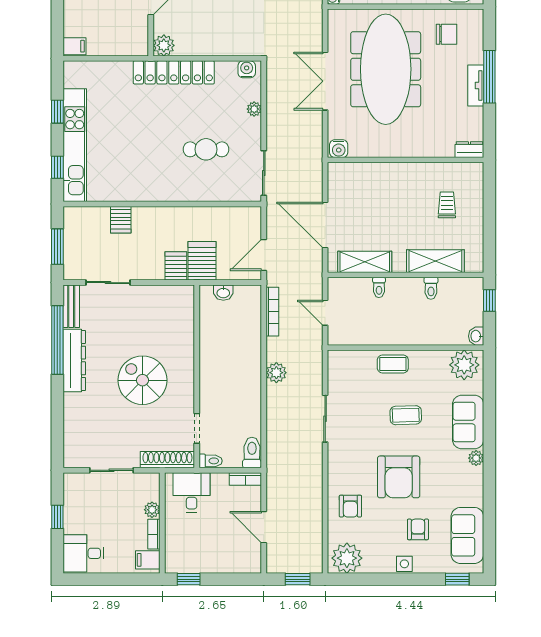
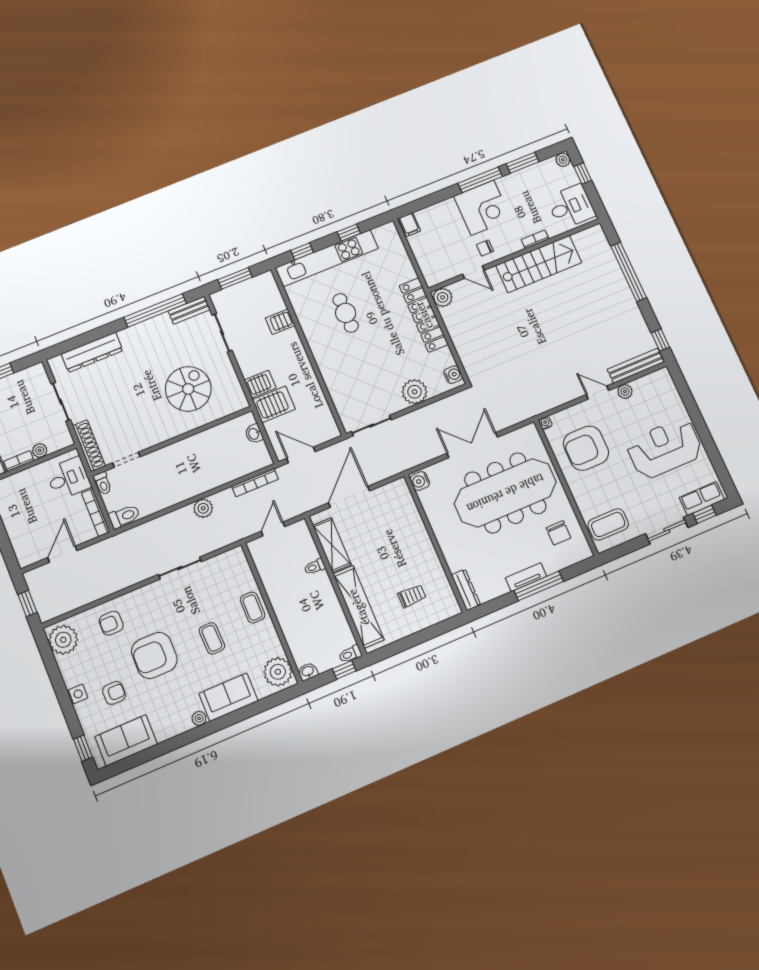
plant: (254, 109) -> (414, 392), width x1.88, depth x1.88
cafe table: (206, 149) -> (346, 313), moved
dresser: (469, 150) -> (466, 590), width x1.44
shelving: (435, 261) -> (359, 607), width x1.47
toilet: (431, 288) -> (350, 654), moved
dresser: (74, 360) -> (92, 352), moved
spiral stairs: (142, 380) -> (188, 389), moved
bookcase: (245, 479) -> (96, 512), width x1.56

